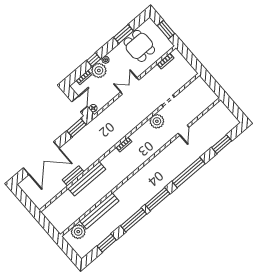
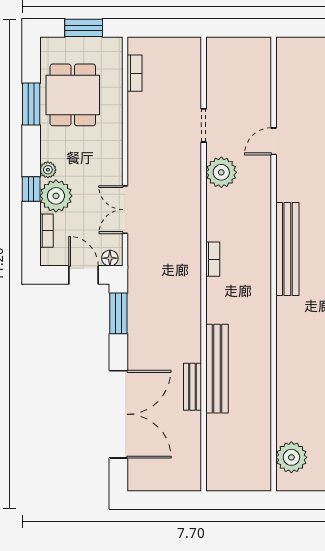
dining table: (139, 46) -> (73, 95), turned 90
double door: (130, 86) -> (125, 210), moved
door: (184, 130) -> (274, 141), swing flipped
bench: (99, 211) -> (287, 249), moved

